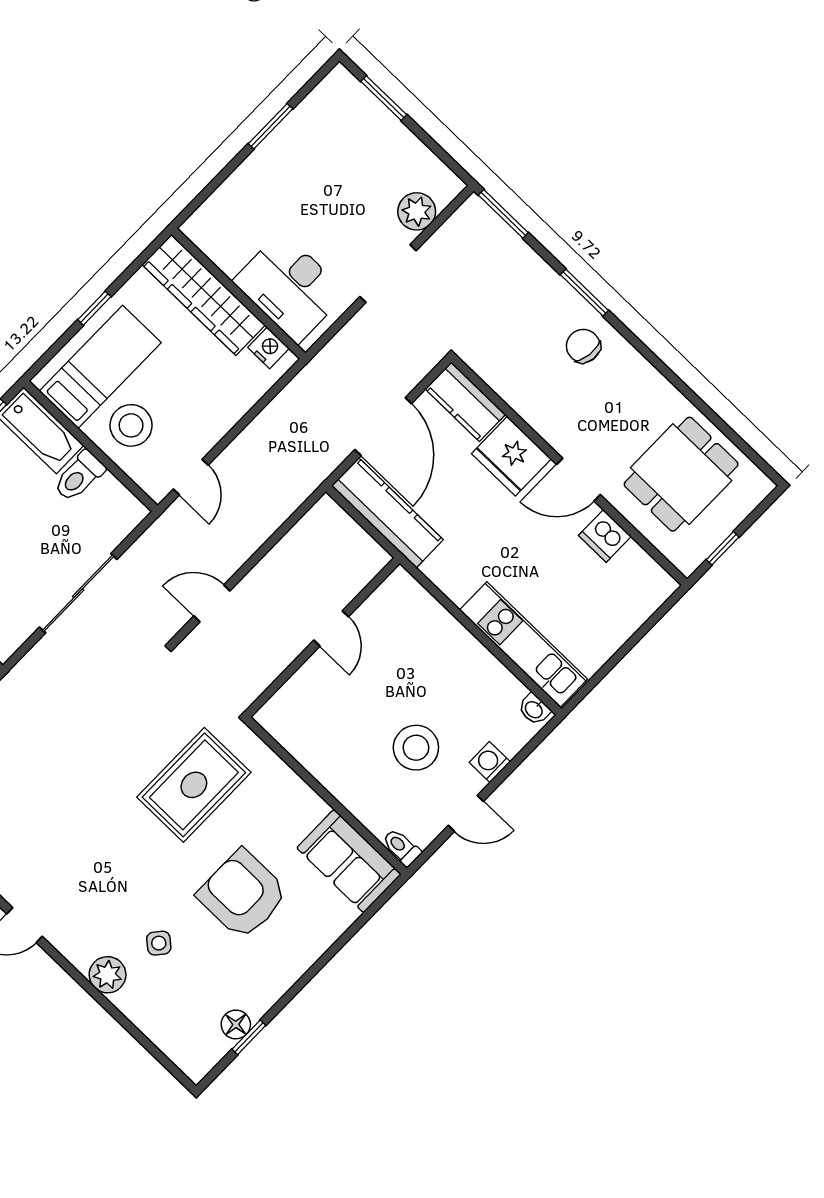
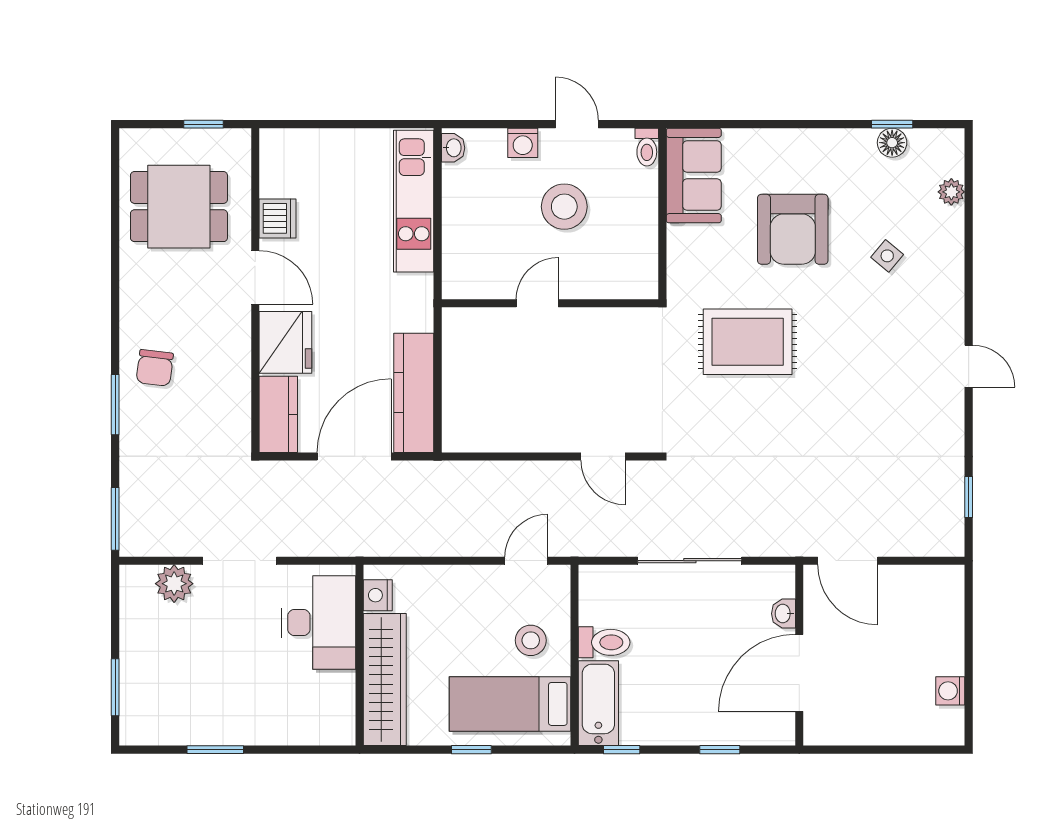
stool: (131, 425) -> (531, 640), width x0.73, depth x0.73
door: (331, 628) -> (537, 303), moved
wall: (322, 637) -> (550, 303), moved
plant: (108, 975) -> (951, 192), moved, width x0.73, depth x0.73

